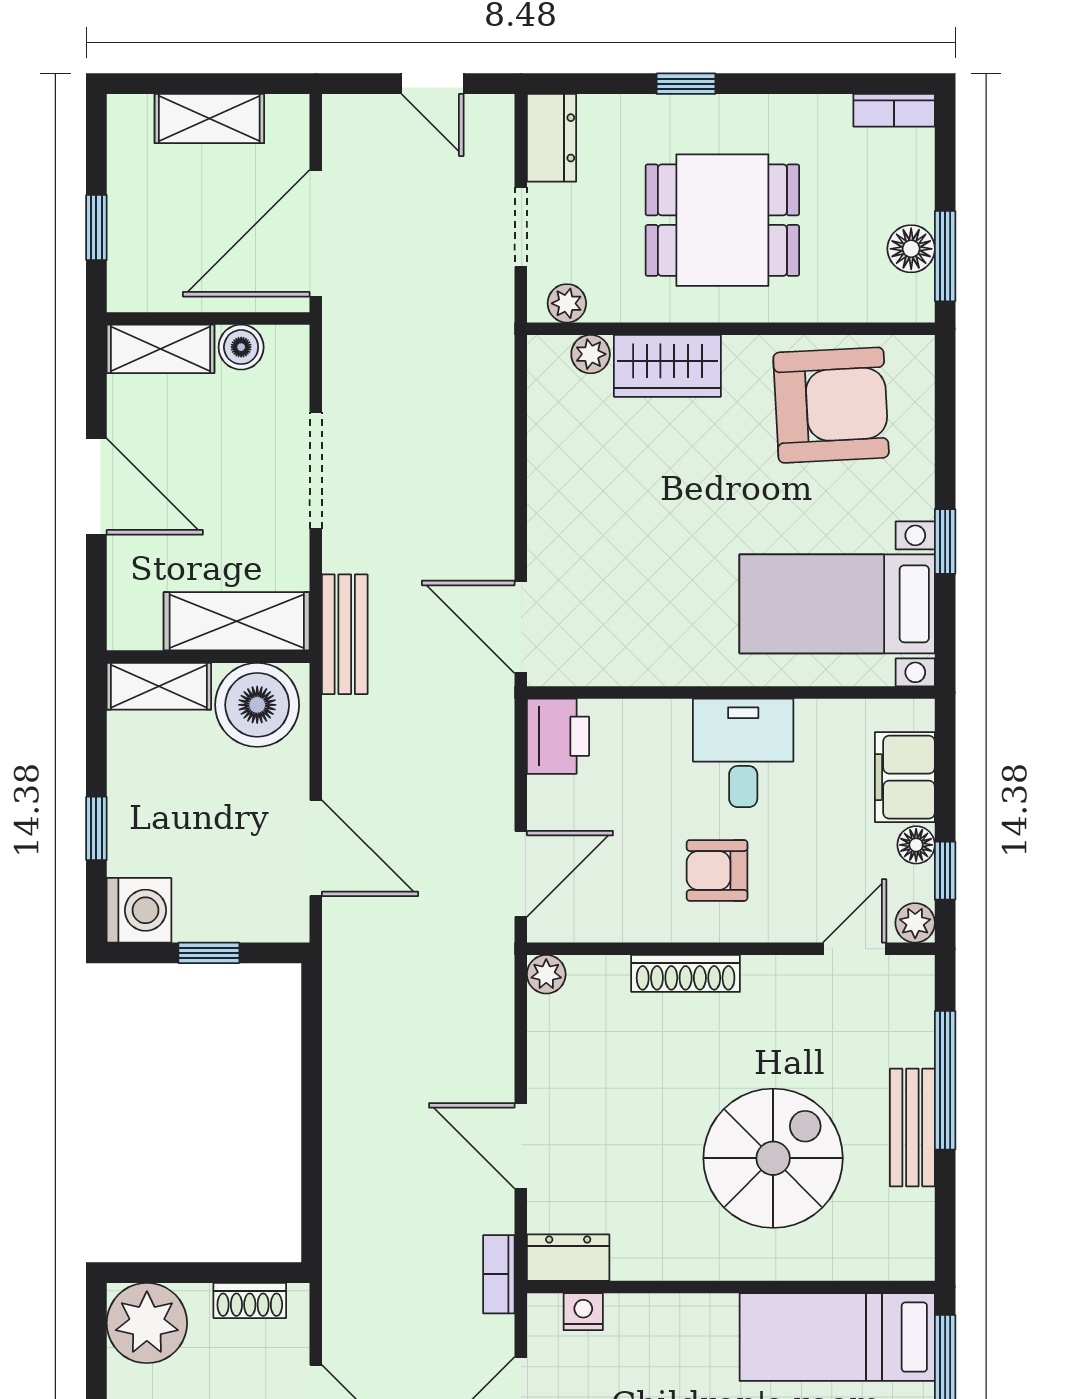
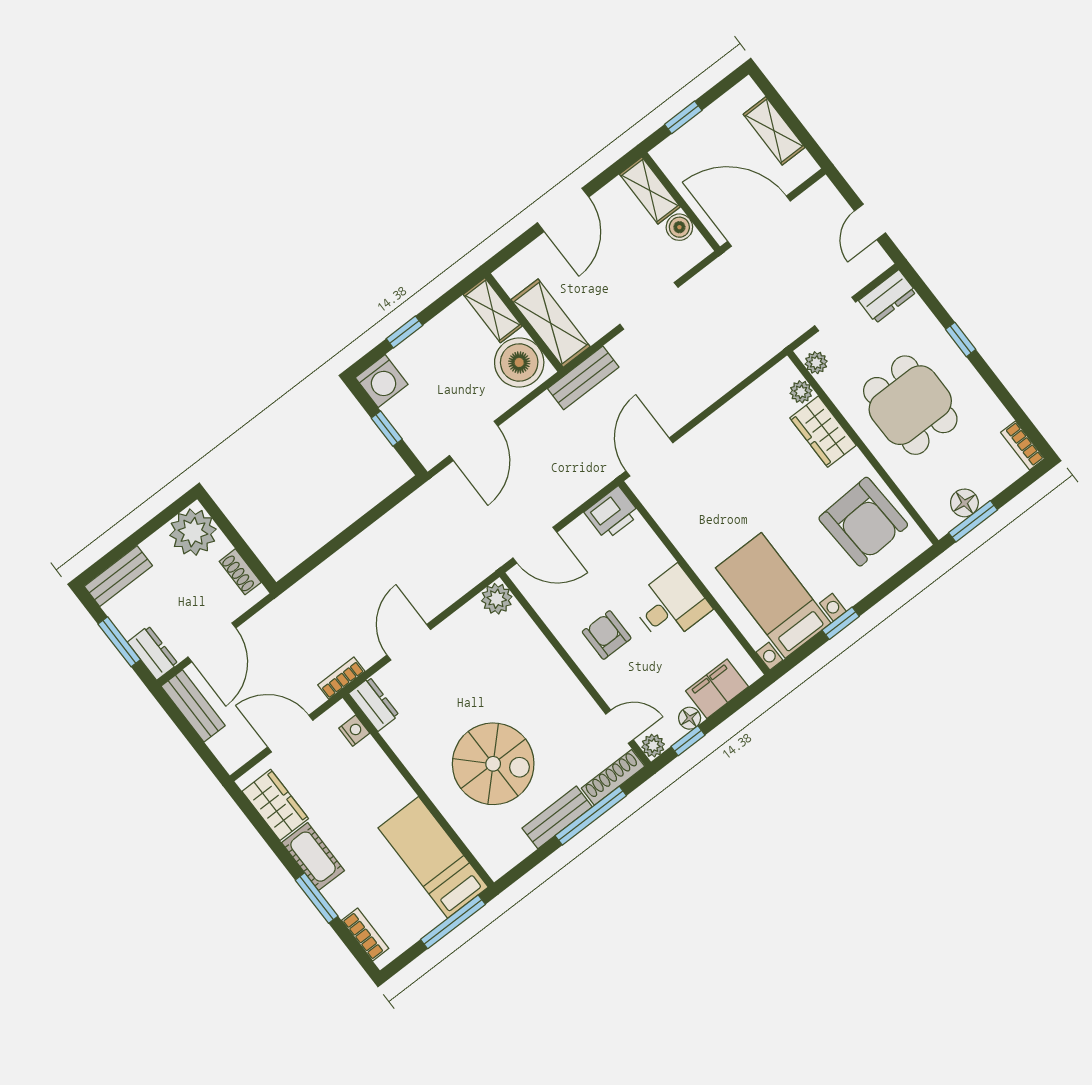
shoe rack: (686, 973) -> (613, 777), moved, turned 90
plant: (546, 974) -> (497, 599), width x1.38, depth x1.38

